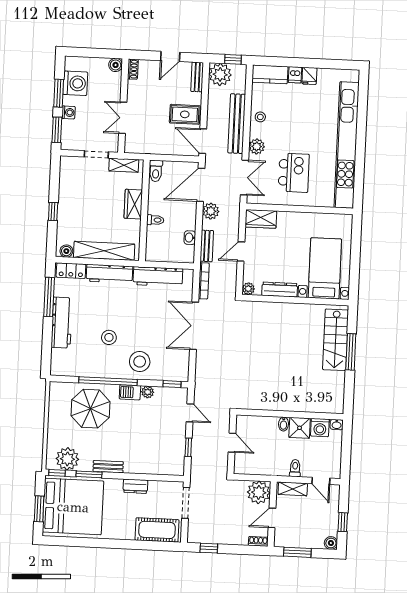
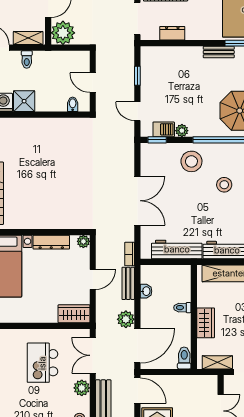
bookcase: (204, 281) -> (130, 254), width x0.64
barbecue: (130, 392) -> (164, 129), moved
bidet: (283, 424) -> (73, 104), moved
dresser: (135, 486) -> (172, 33), moved

